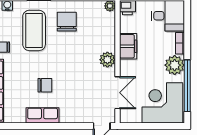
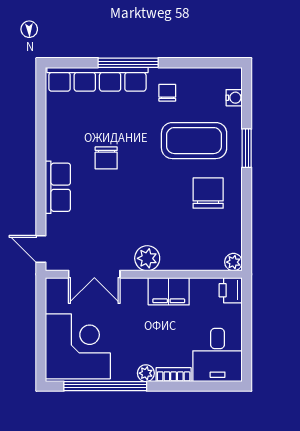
chair: (67, 22) -> (208, 193), turned -90
plant: (175, 65) -> (146, 373), width x0.53, depth x0.53
row of seats: (43, 115) -> (58, 187), moved

